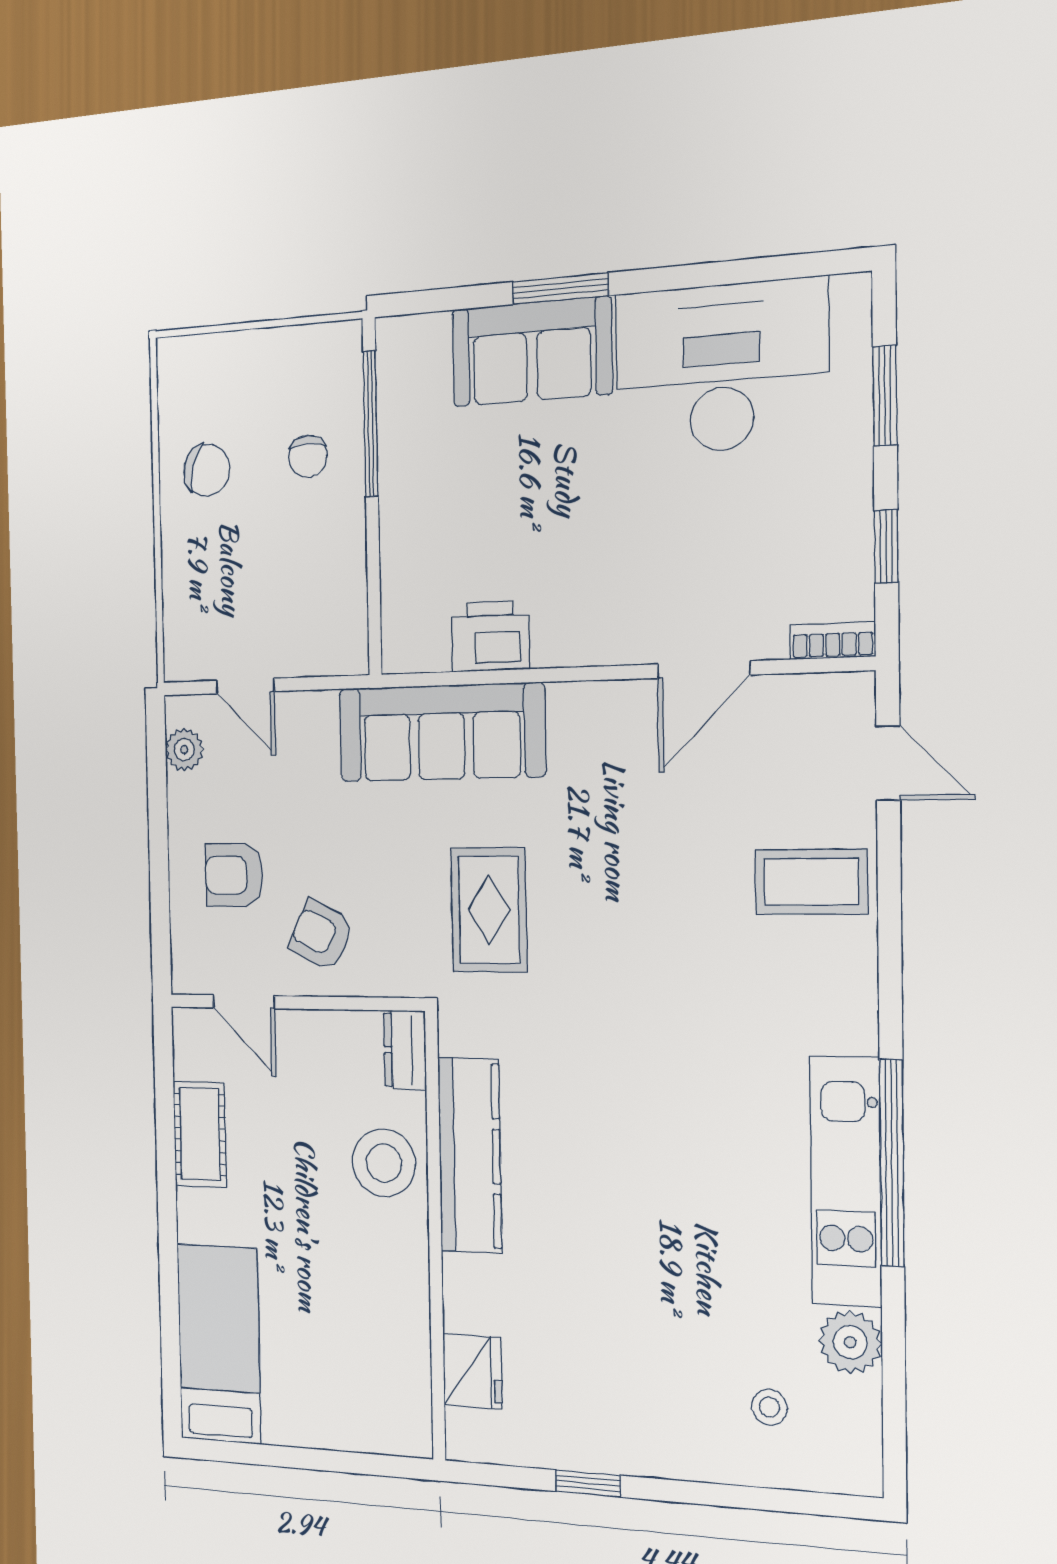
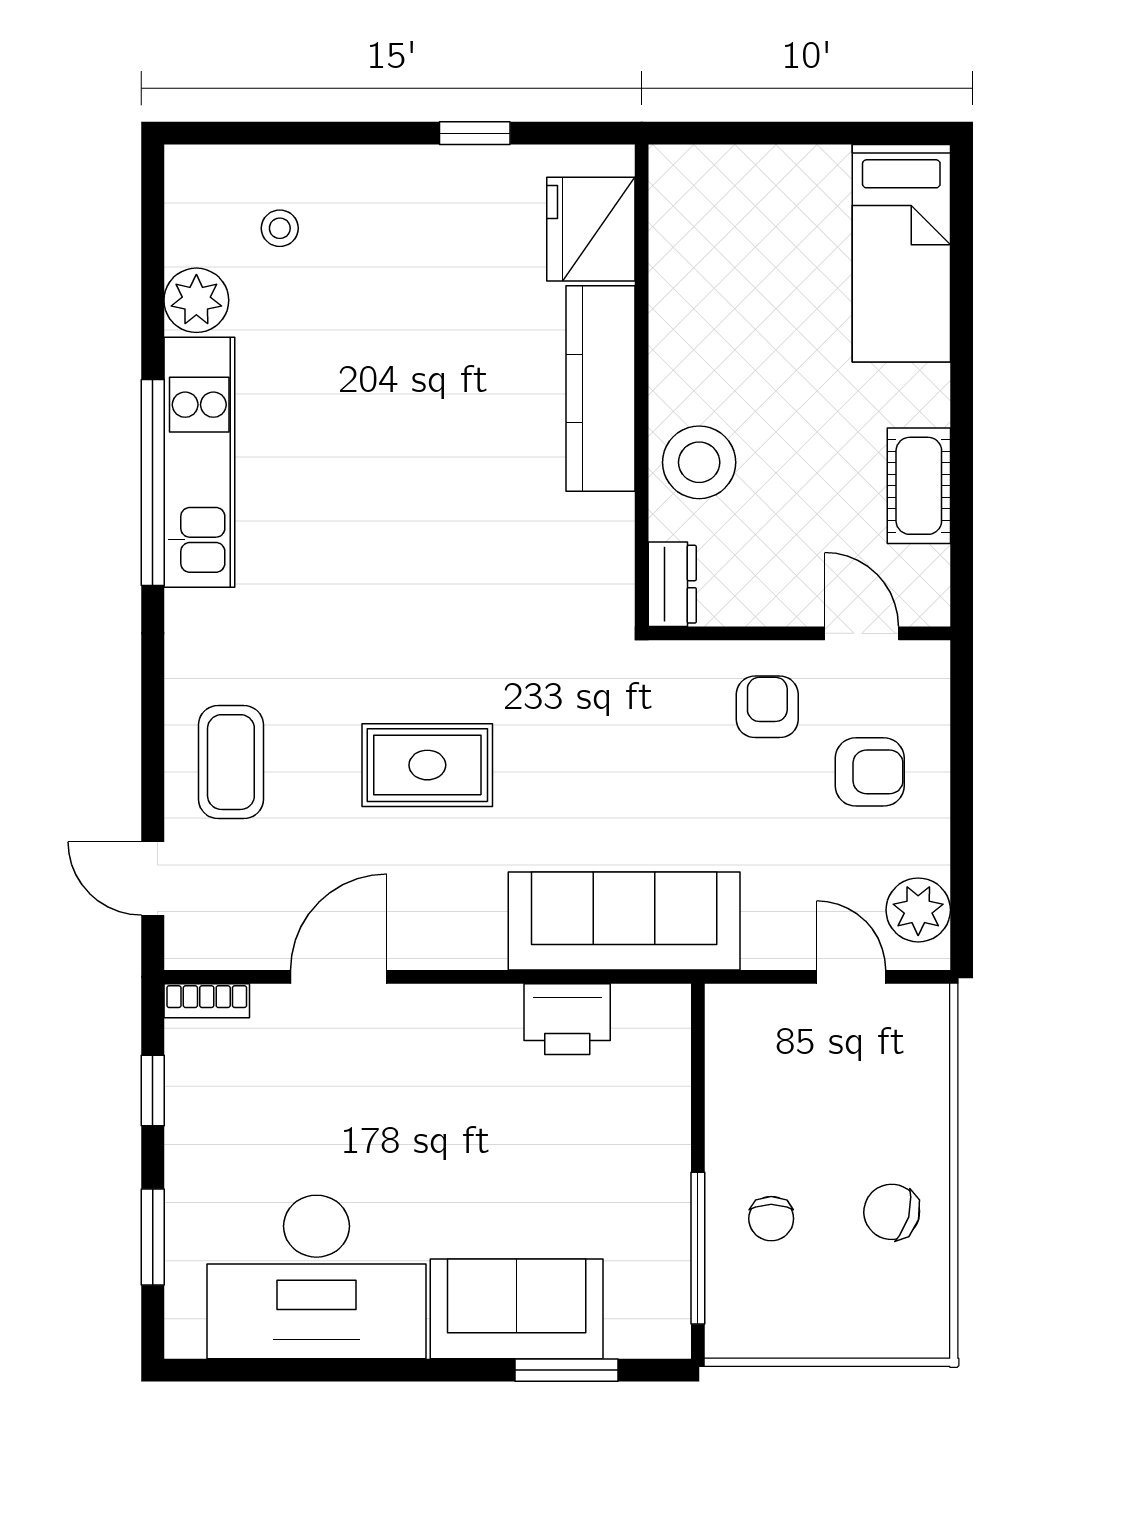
window: (560, 289) -> (567, 1370), moved
chair: (308, 456) -> (771, 1219), turned 180
plant: (184, 750) -> (918, 910), width x1.38, depth x1.38
coffee table: (811, 882) -> (231, 762), turned 90
rug: (489, 910) -> (427, 765), moved, turned 90
armchair: (321, 935) -> (767, 707), turned -116
kitchen counter: (470, 1155) -> (601, 389), moved
fridge: (472, 1371) -> (591, 229), width x1.36, depth x1.34

